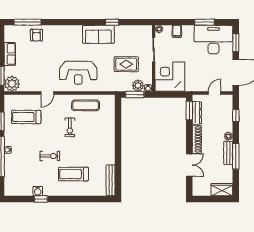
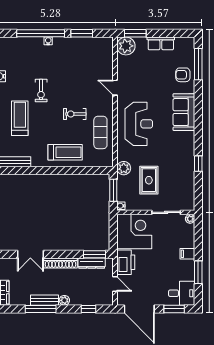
filing cabinet: (177, 31) -> (187, 254), moved
sofa: (98, 34) -> (184, 112), moved
desk: (213, 40) -> (182, 293), width x0.53, depth x0.77
reception desk: (78, 73) -> (139, 124), turned 180
printer: (196, 84) -> (126, 262), added
plant: (138, 86) -> (124, 168), moved
treadmill: (26, 117) -> (65, 152), moved, turned 90

